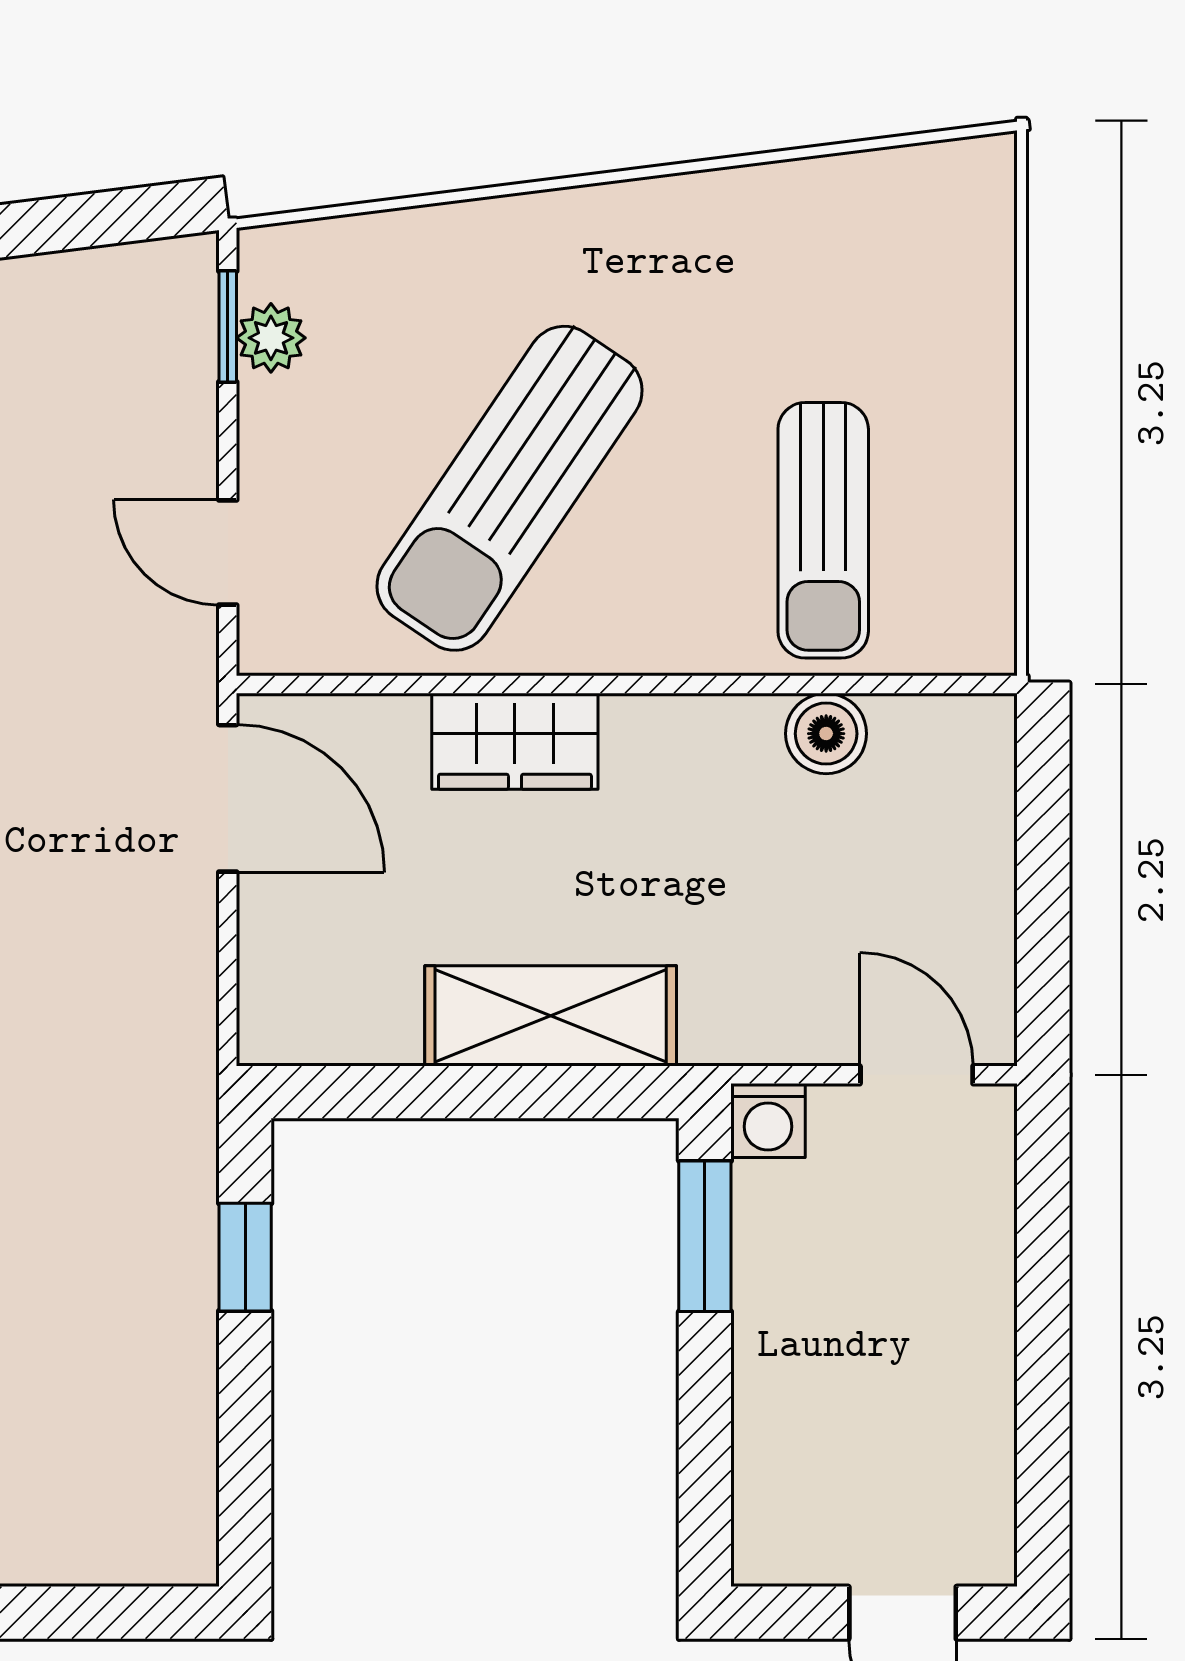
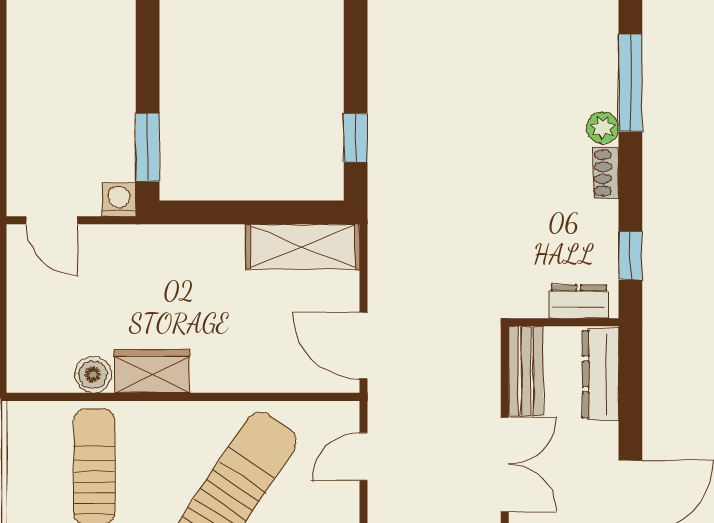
door: (228, 552) -> (364, 457), swing flipped
wardrobe: (515, 741) -> (152, 371), moved
shelving: (551, 1016) -> (303, 247), moved

